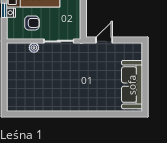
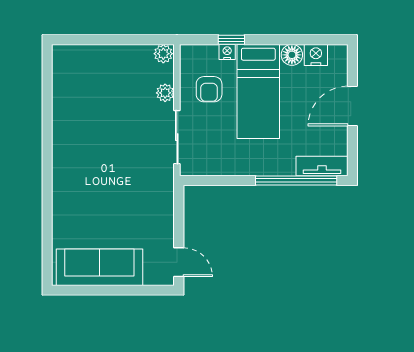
door: (104, 40) -> (179, 262), moved
plant: (12, 49) -> (163, 54), added

